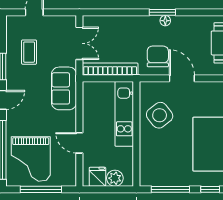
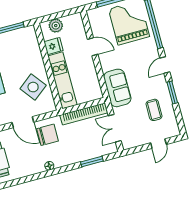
window: (162, 12) -> (92, 162), moved
chair: (158, 56) -> (48, 135), turned -90
fridge: (97, 177) -> (53, 46), moved, turned -90

